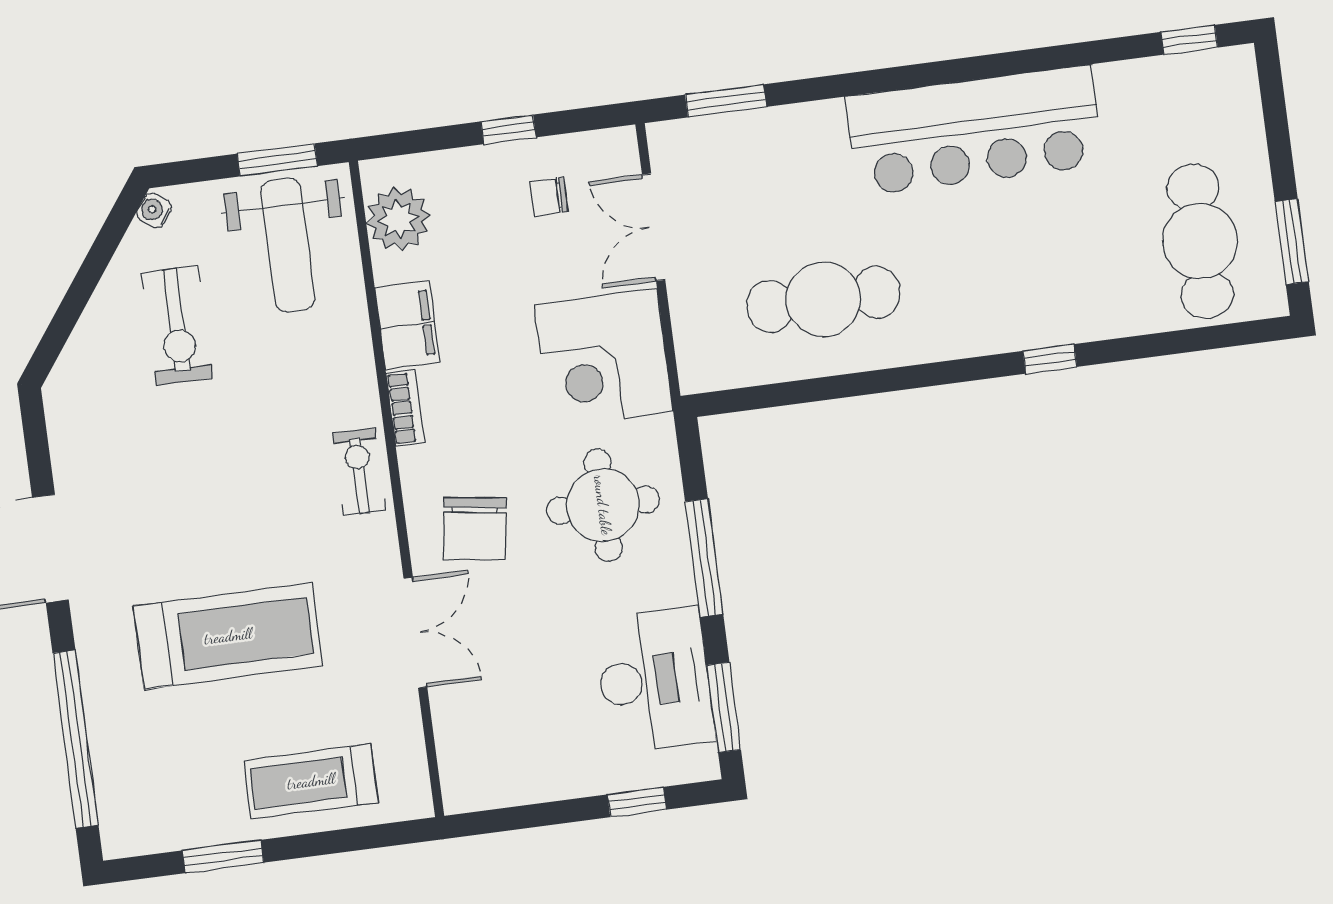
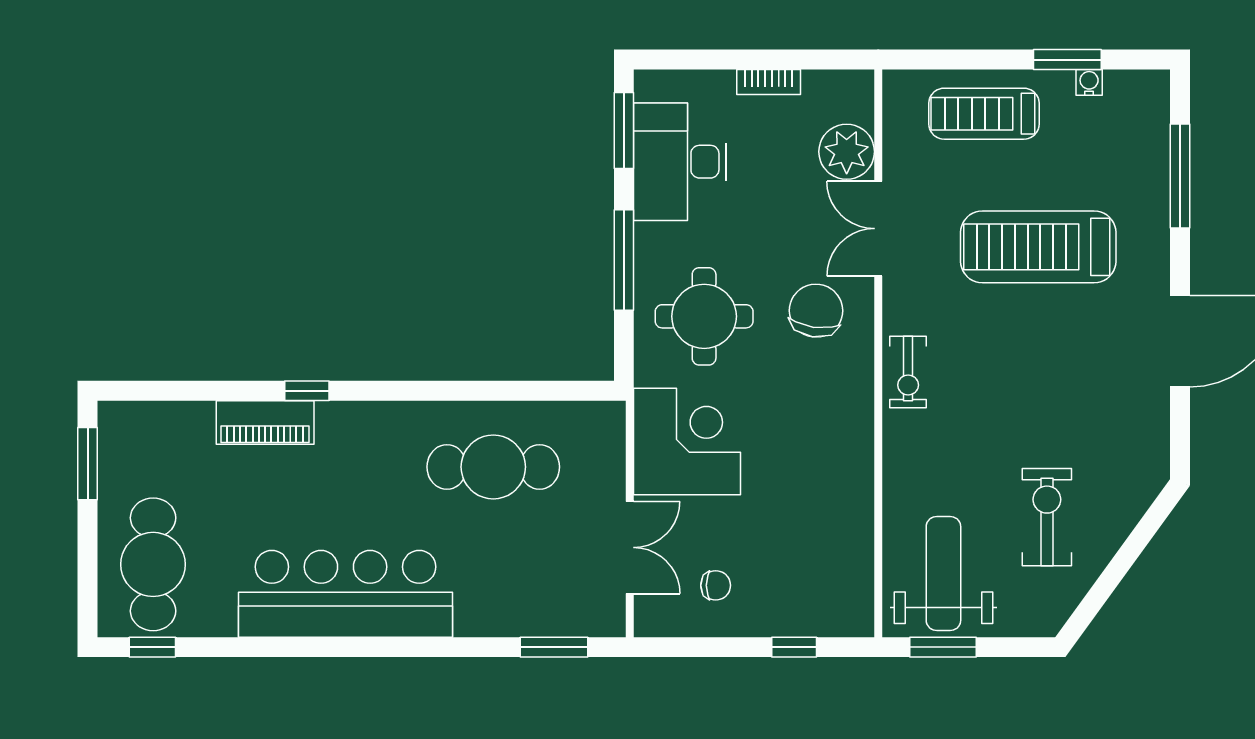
window: (508, 129) -> (794, 647), moved
water cooler: (154, 211) -> (1089, 82), moved, turned -126
plant: (398, 219) -> (847, 152), moved
cafe table: (1200, 241) -> (153, 564), moved
piano: (1093, 316) -> (265, 422), added
filing cabinet: (407, 325) -> (851, 492), removed
bookcase: (405, 408) -> (769, 82), moved, turned -90
window: (75, 739) -> (1180, 176), width x0.68
treadmill: (311, 781) -> (984, 114), turned 180
window: (637, 802) -> (708, 60), removed

